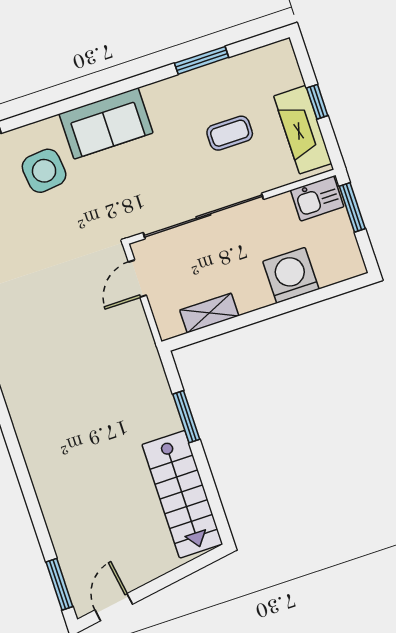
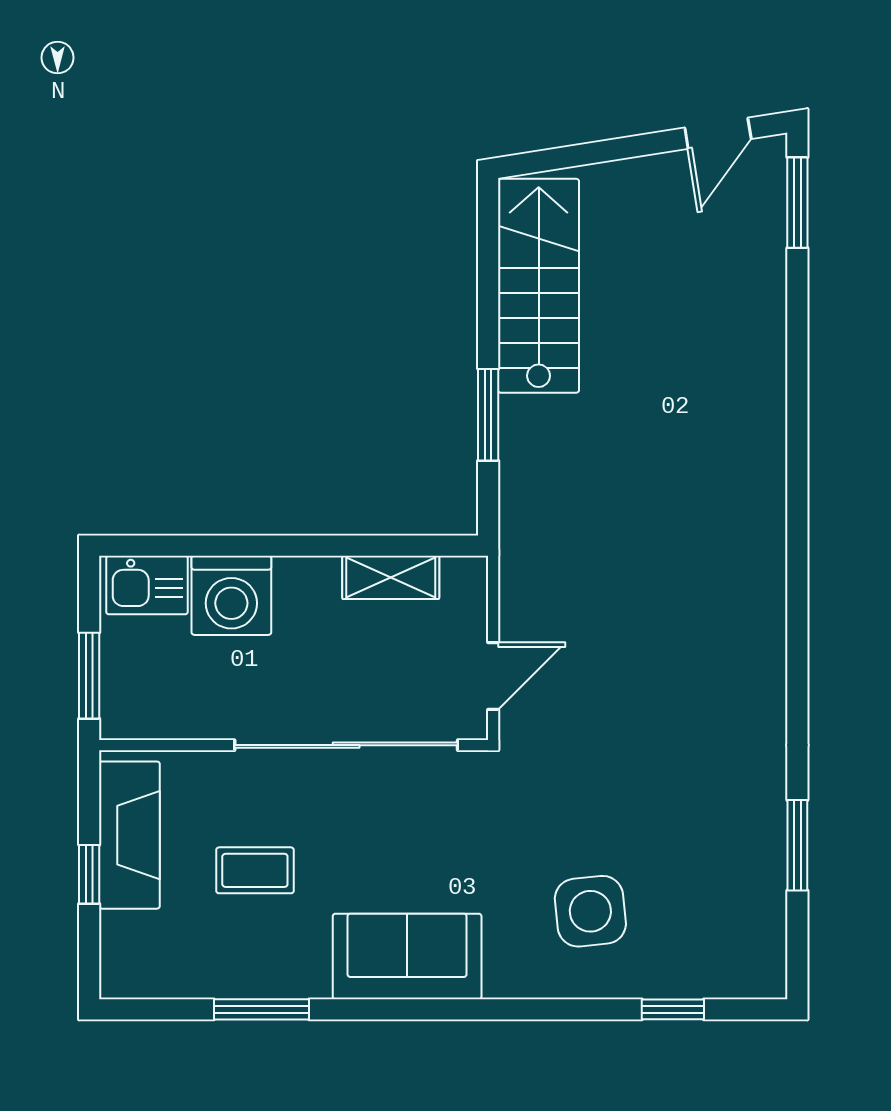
sofa: (106, 123) -> (407, 956), moved
kitchen sink: (317, 198) -> (147, 585), moved, turned 180

